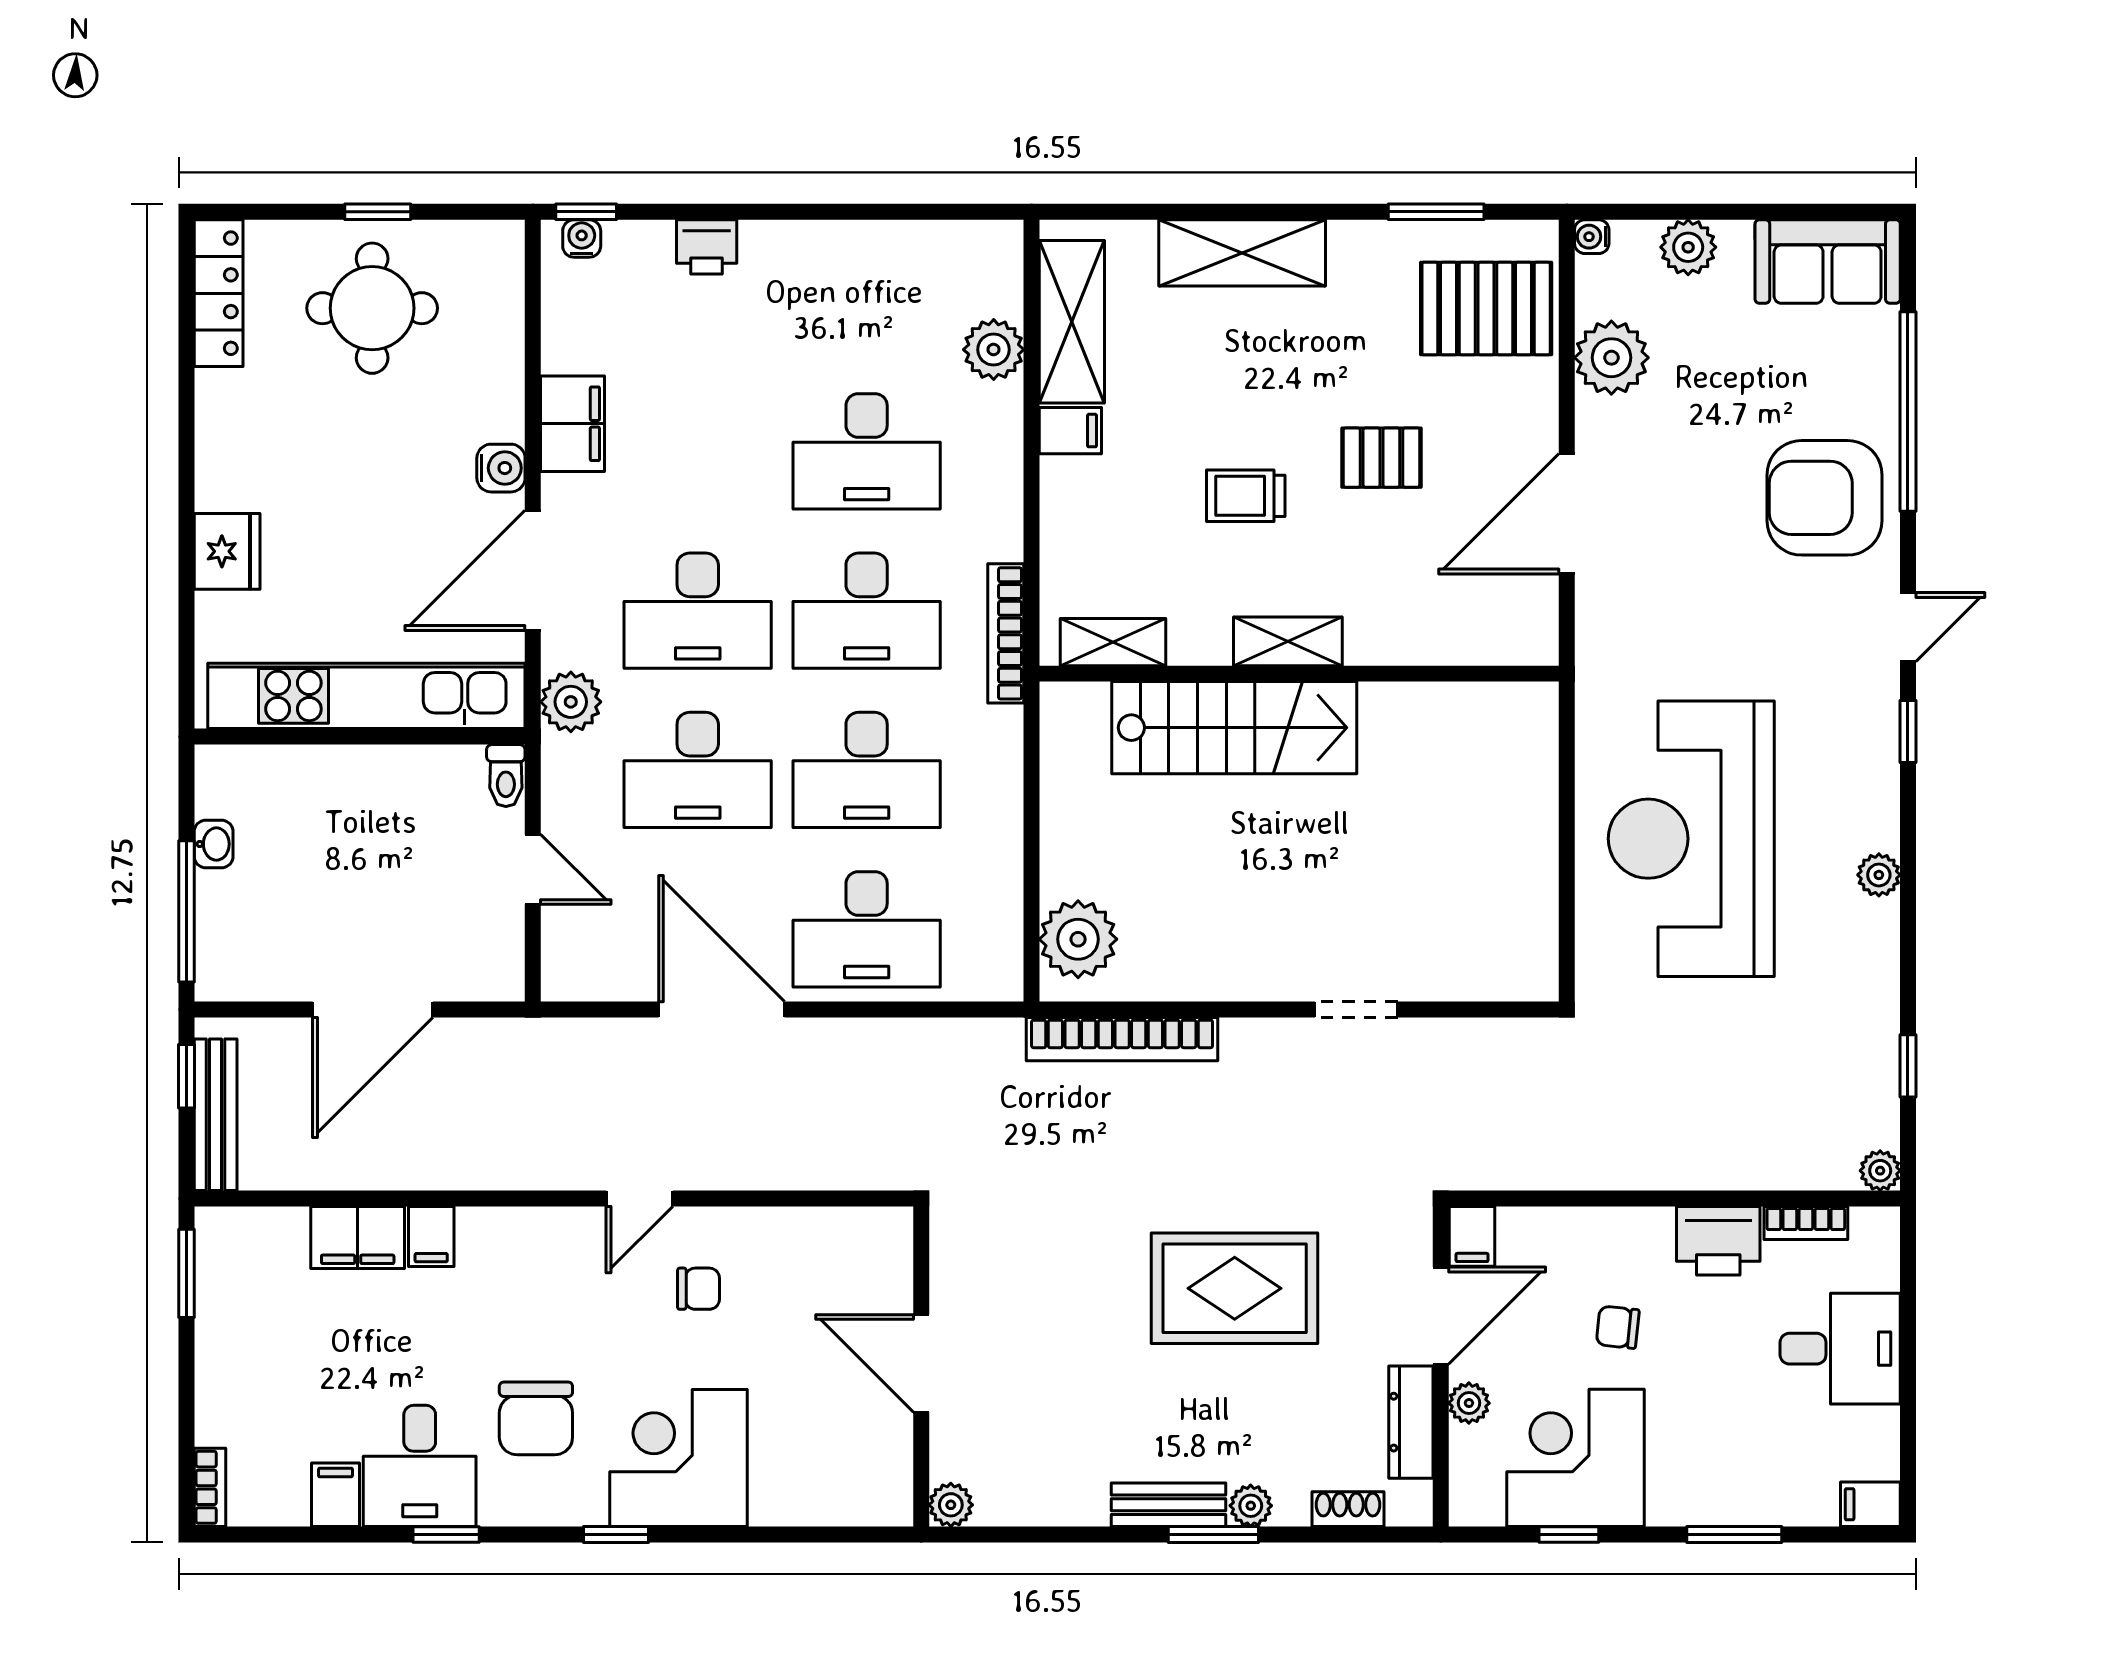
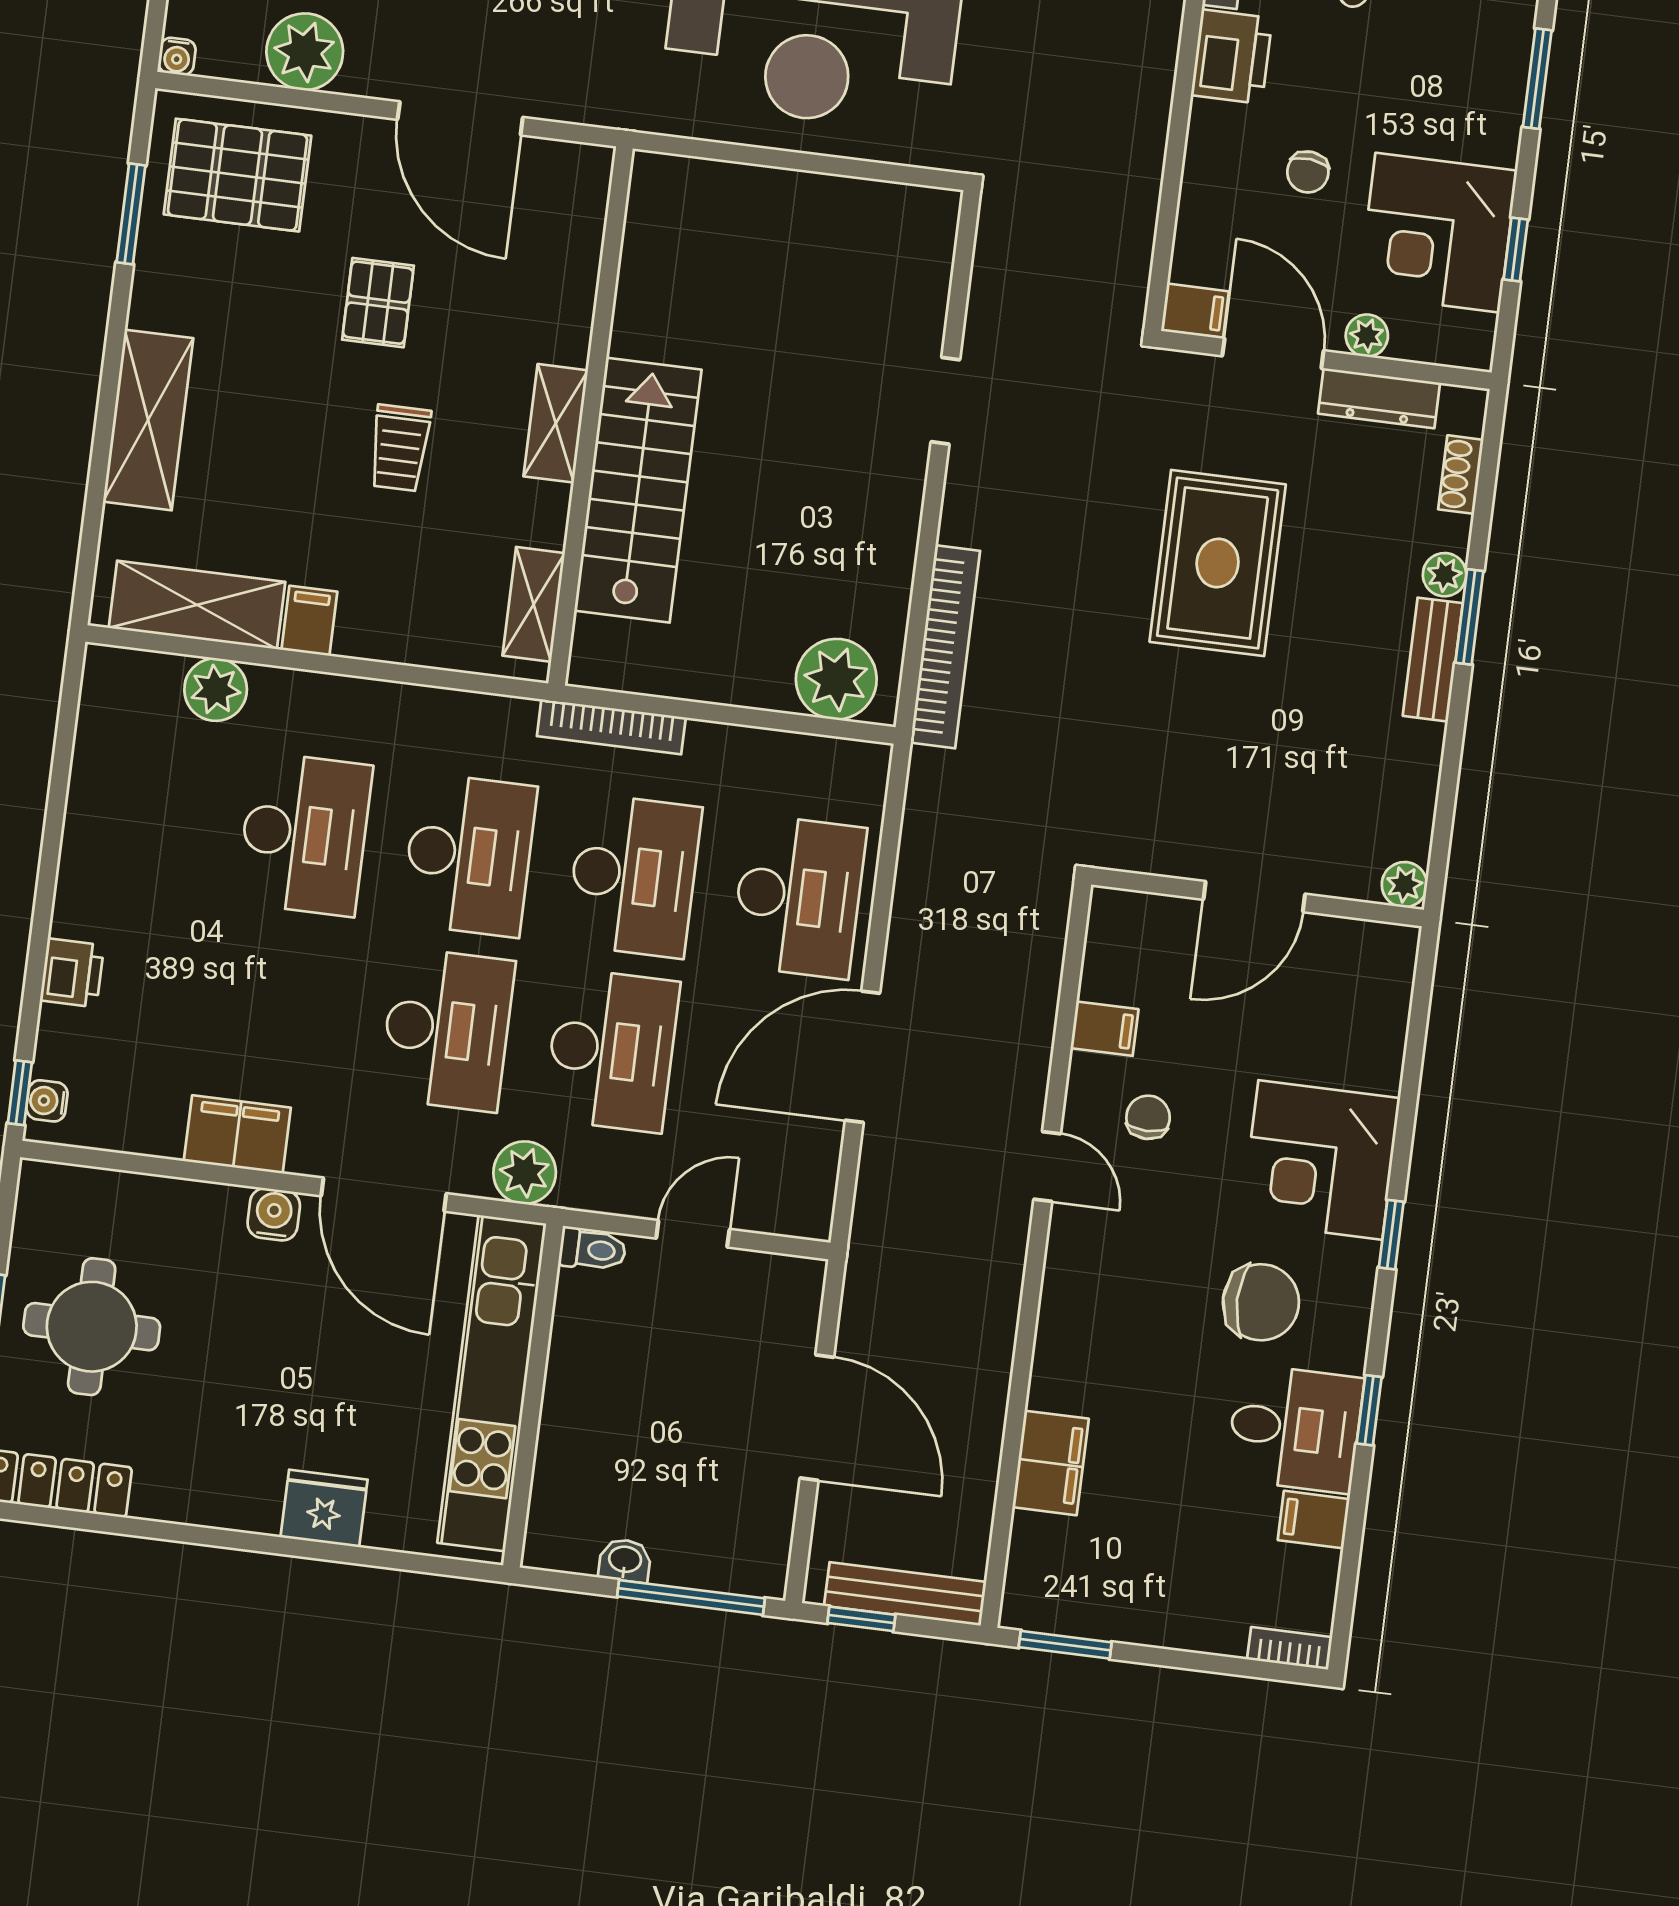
pallet: (1486, 309) -> (238, 175), turned 90
bookcase: (1006, 633) -> (611, 727), moved
filing cabinet: (431, 1237) -> (1104, 1029), moved

